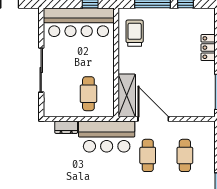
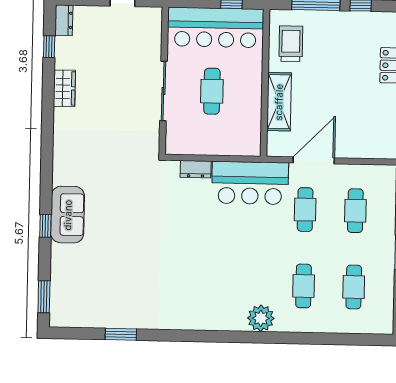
cafe table: (88, 94) -> (212, 91), moved
shelving: (127, 95) -> (279, 102), moved
door: (153, 119) -> (314, 160), hinge flipped

